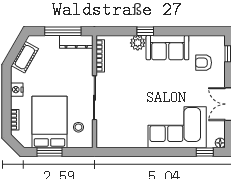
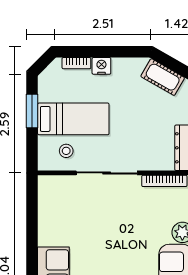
nightstand: (17, 90) -> (101, 66), moved
bed: (49, 122) -> (73, 119), width x0.67

